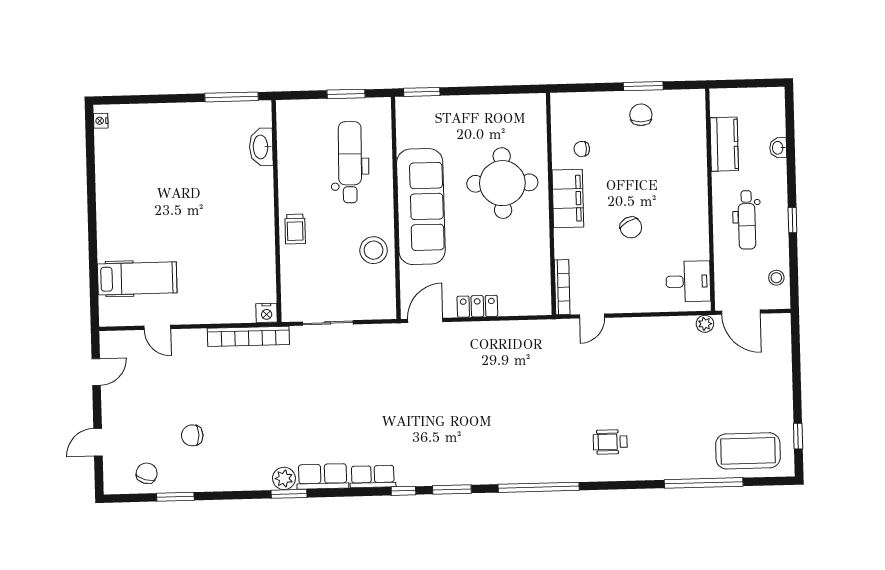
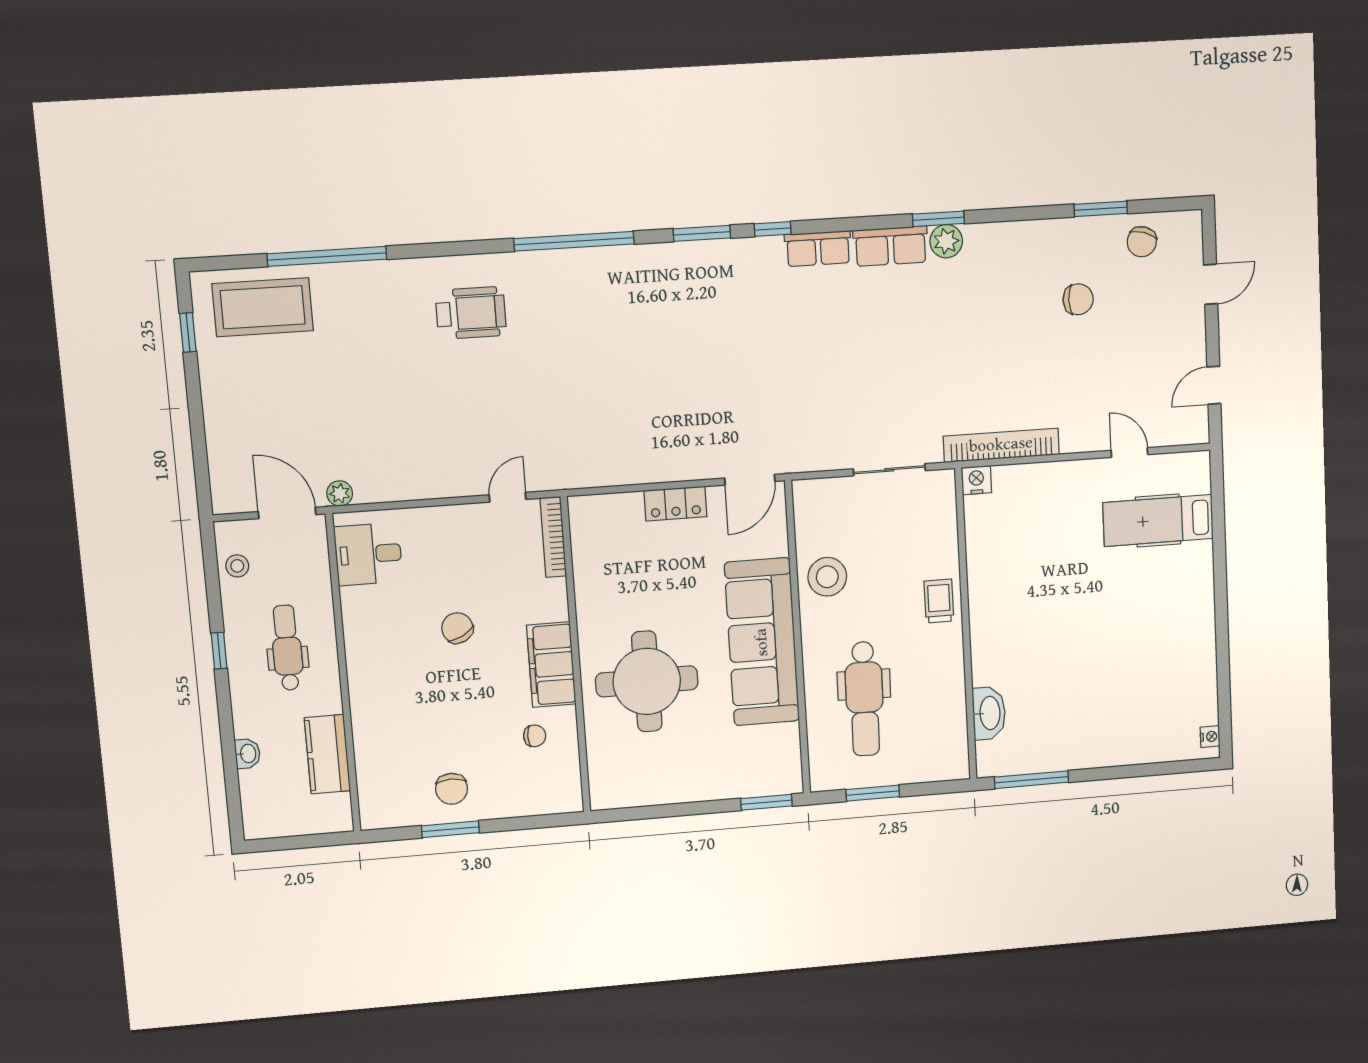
wheelchair: (610, 442) -> (471, 313), width x1.36, depth x1.37

